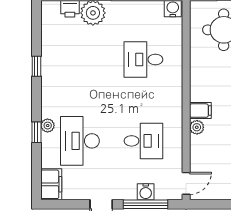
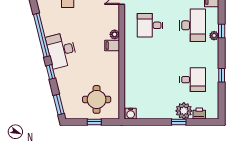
desk: (143, 60) -> (193, 80), moved

